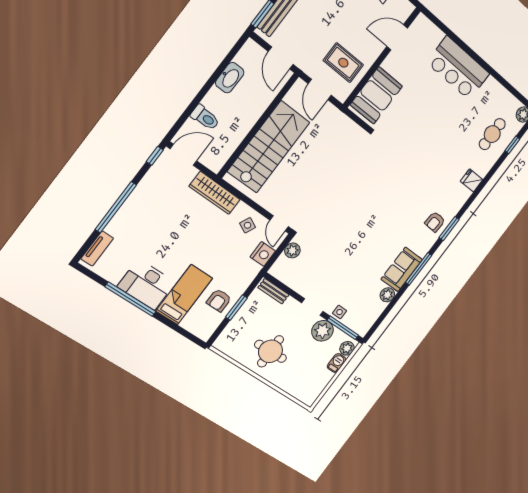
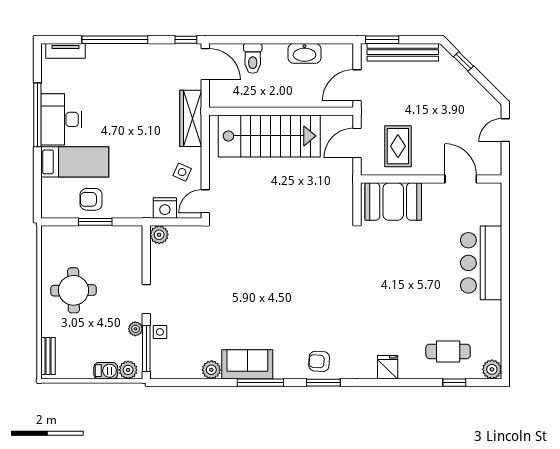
plant: (292, 250) -> (159, 235), moved
bench: (273, 291) -> (48, 356), moved
plant: (322, 331) -> (135, 329), width x0.53, depth x0.53

